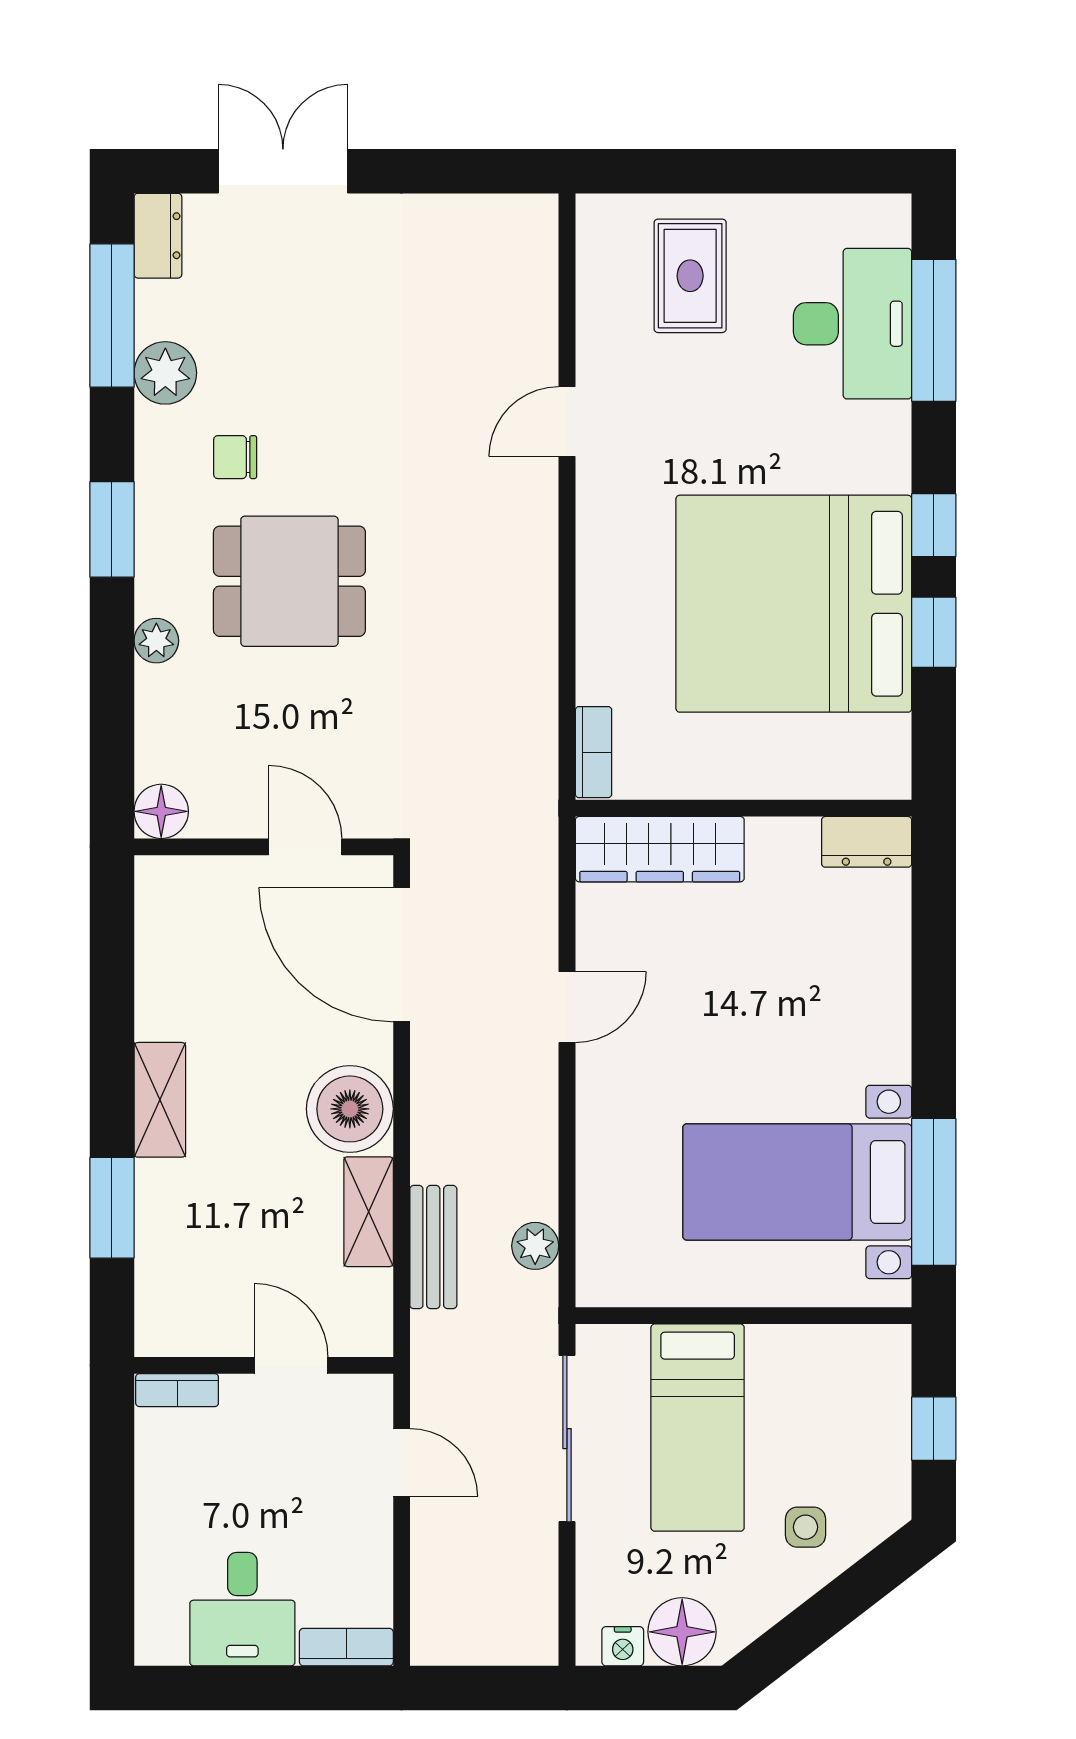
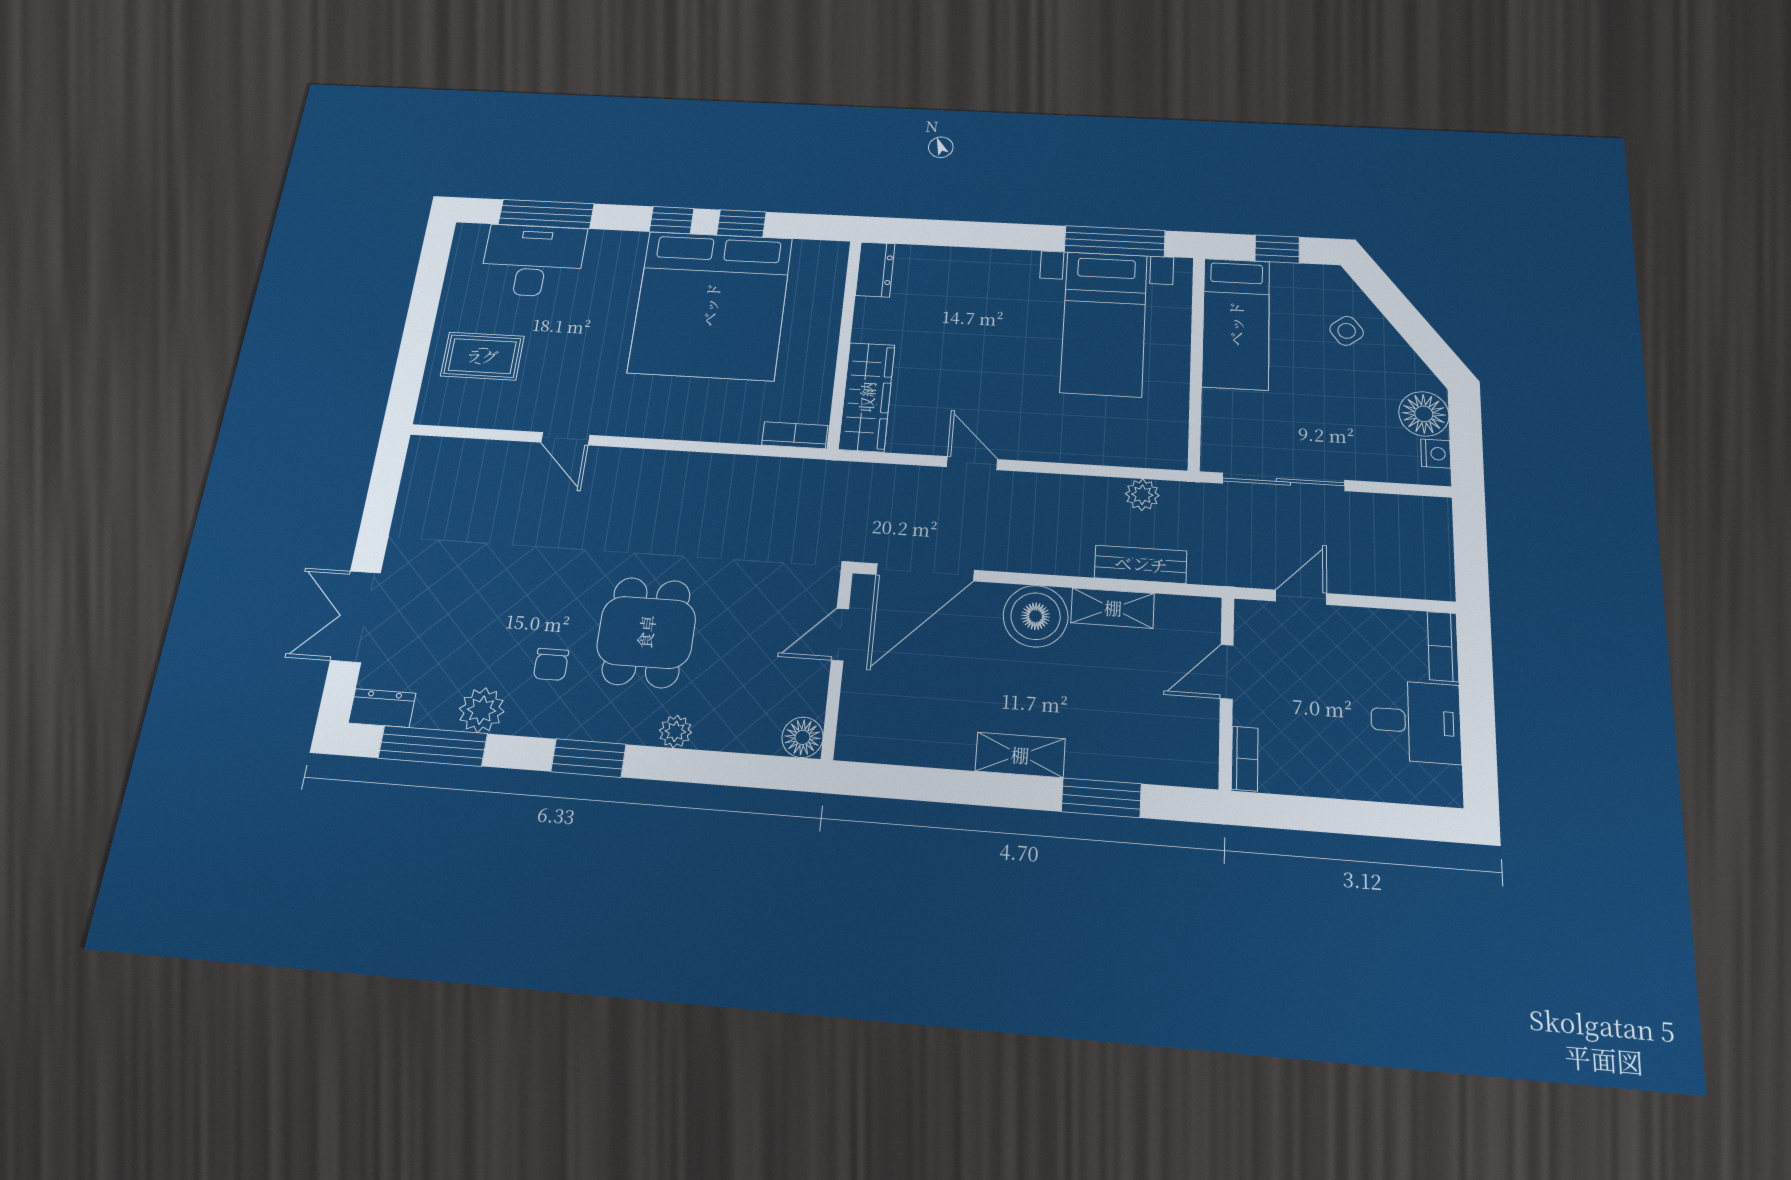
bed: (698, 1428) -> (1236, 324), moved, turned 90
side table: (806, 1527) -> (1347, 331), turned -37

